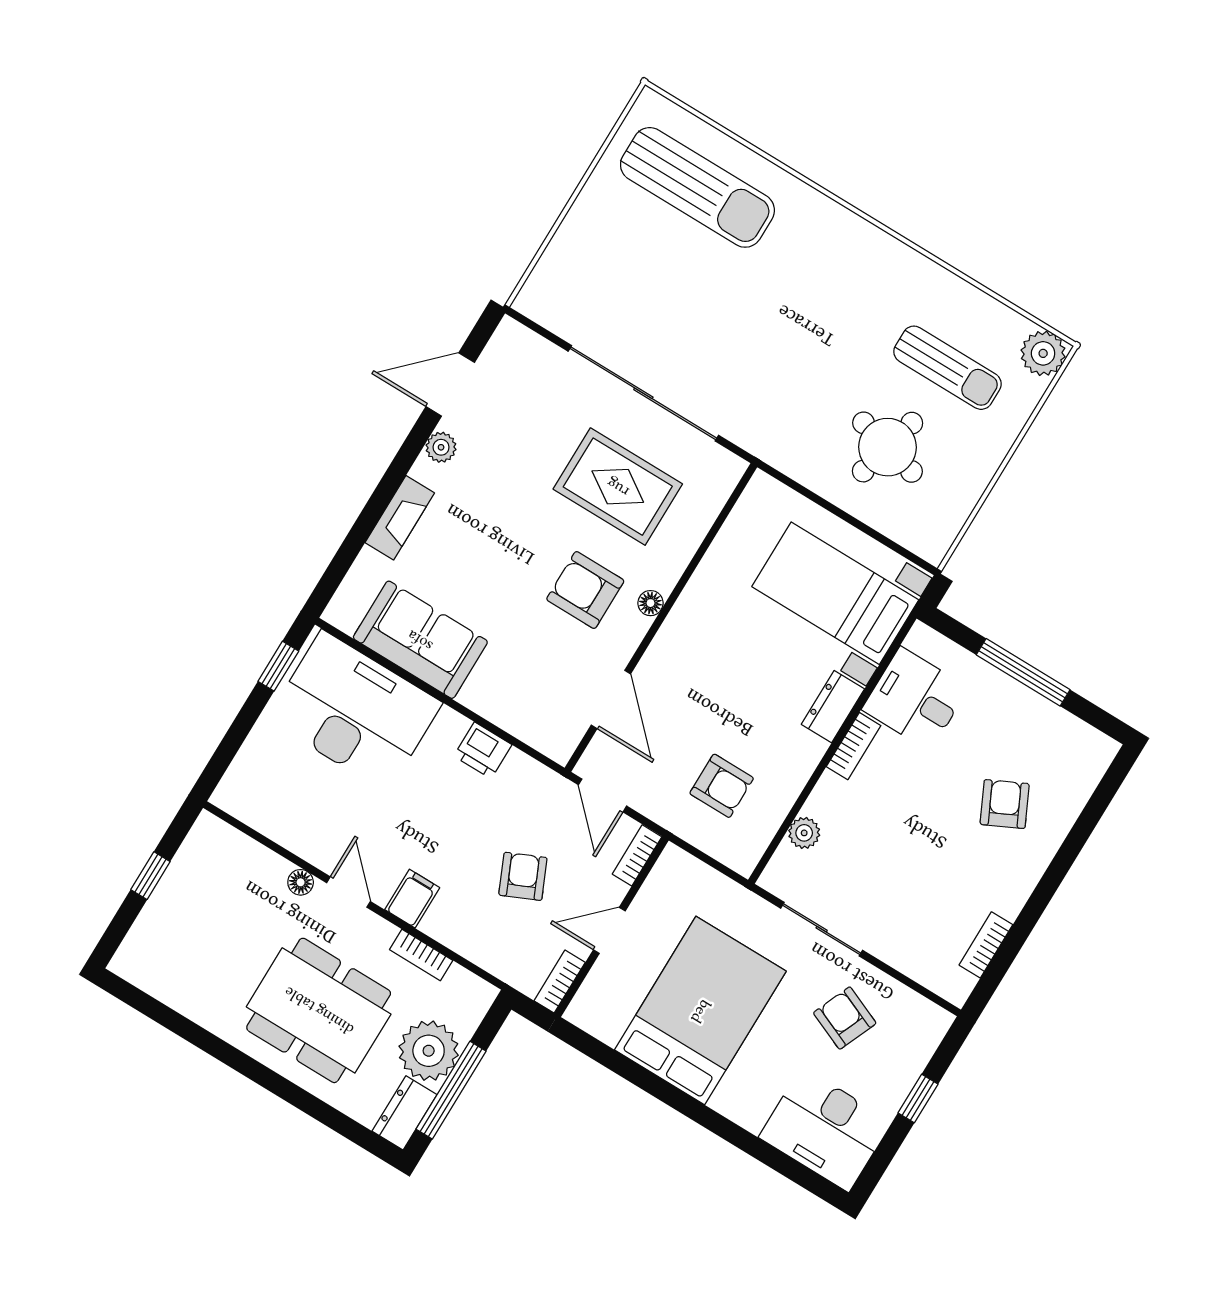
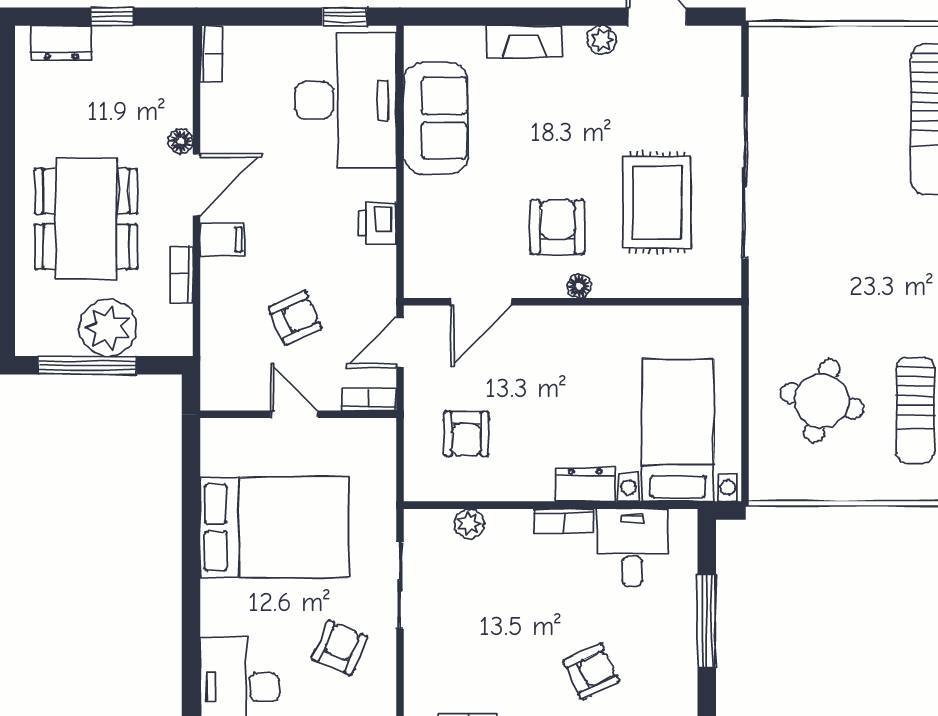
door: (349, 892) -> (197, 185), width x1.38
bookcase: (560, 982) -> (211, 54), moved, turned 90
dresser: (404, 1113) -> (61, 43), moved, turned 180

